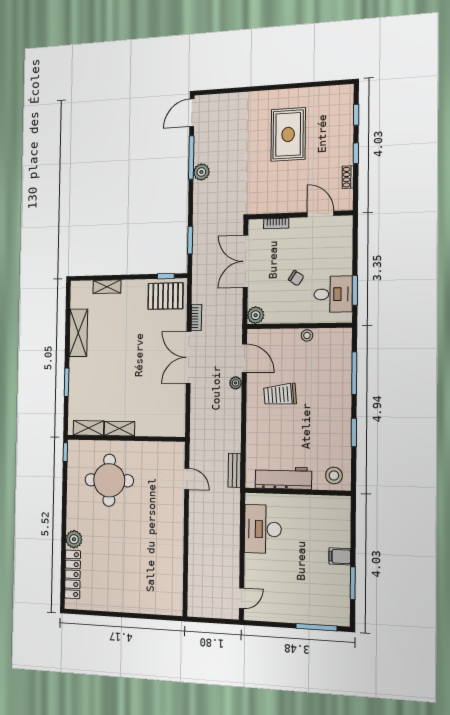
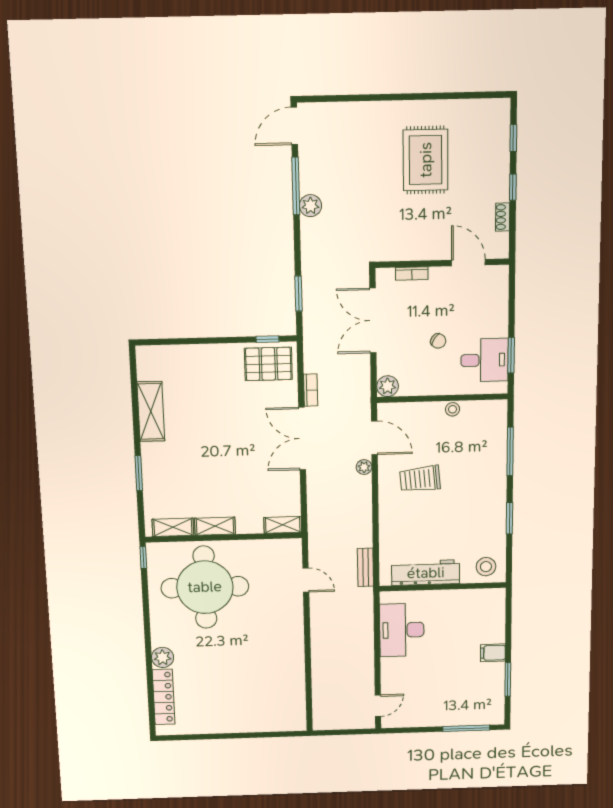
shelving: (107, 287) -> (283, 525), moved
round table: (109, 480) -> (205, 587), width x1.36, depth x1.36

